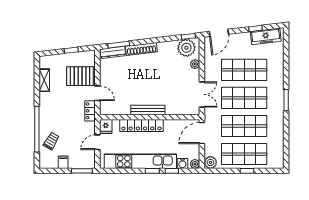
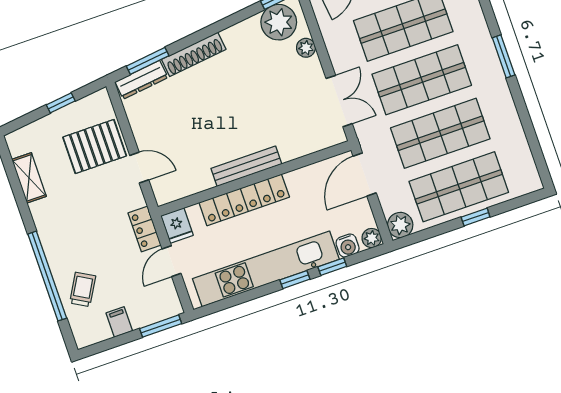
locker: (90, 111) -> (145, 229), moved

